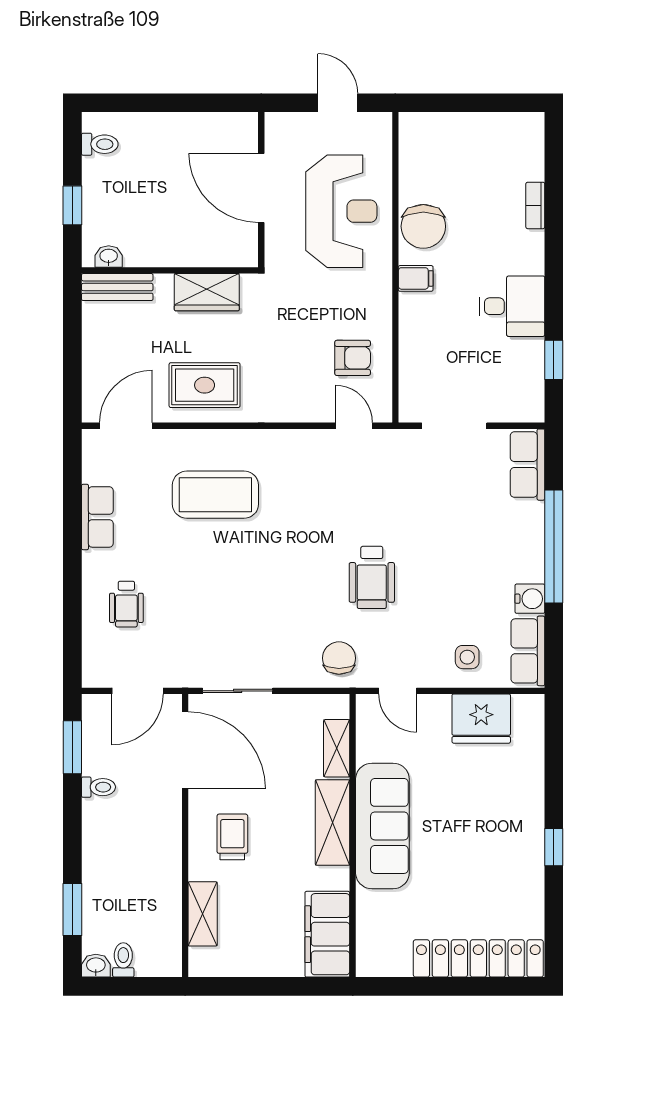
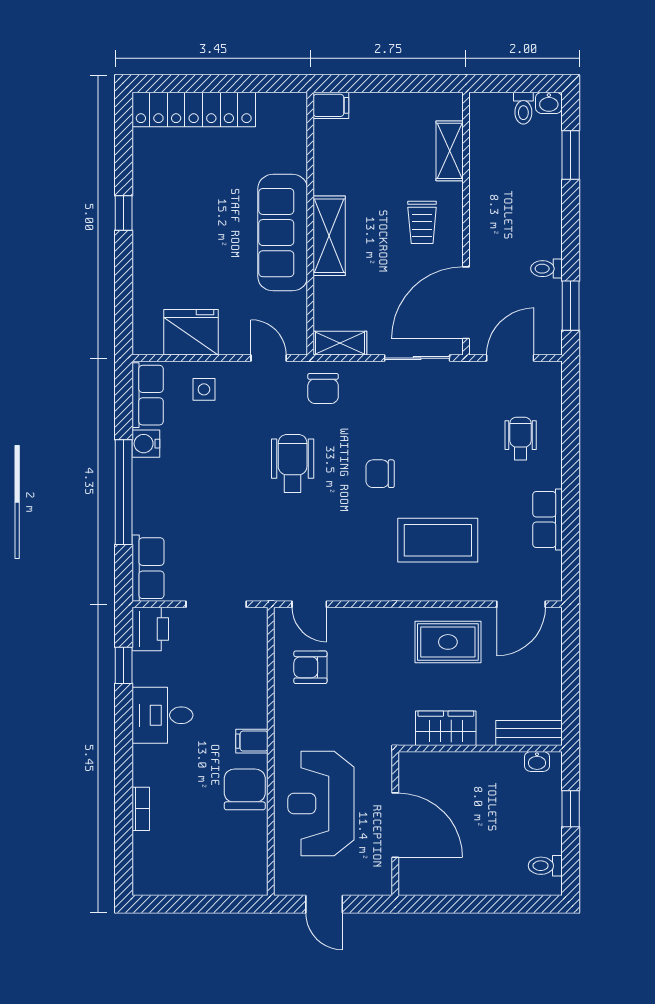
printer: (525, 399) -> (150, 629), added
chair: (278, 566) -> (380, 474), added
shelving: (337, 748) -> (340, 343), moved, turned 90
door: (185, 750) -> (466, 303), hinge flipped
filing cabinet: (327, 934) -> (331, 105), width x0.33, depth x0.86

